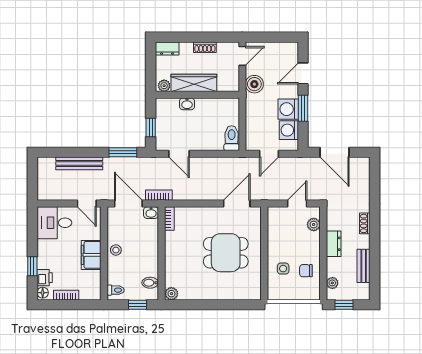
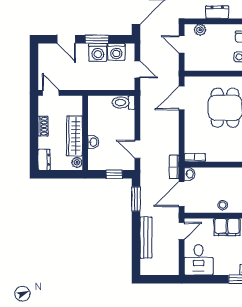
boiler: (254, 84) -> (76, 82), removed
door: (179, 154) -> (137, 149), swing flipped
door: (237, 204) -> (182, 98), hinge flipped

